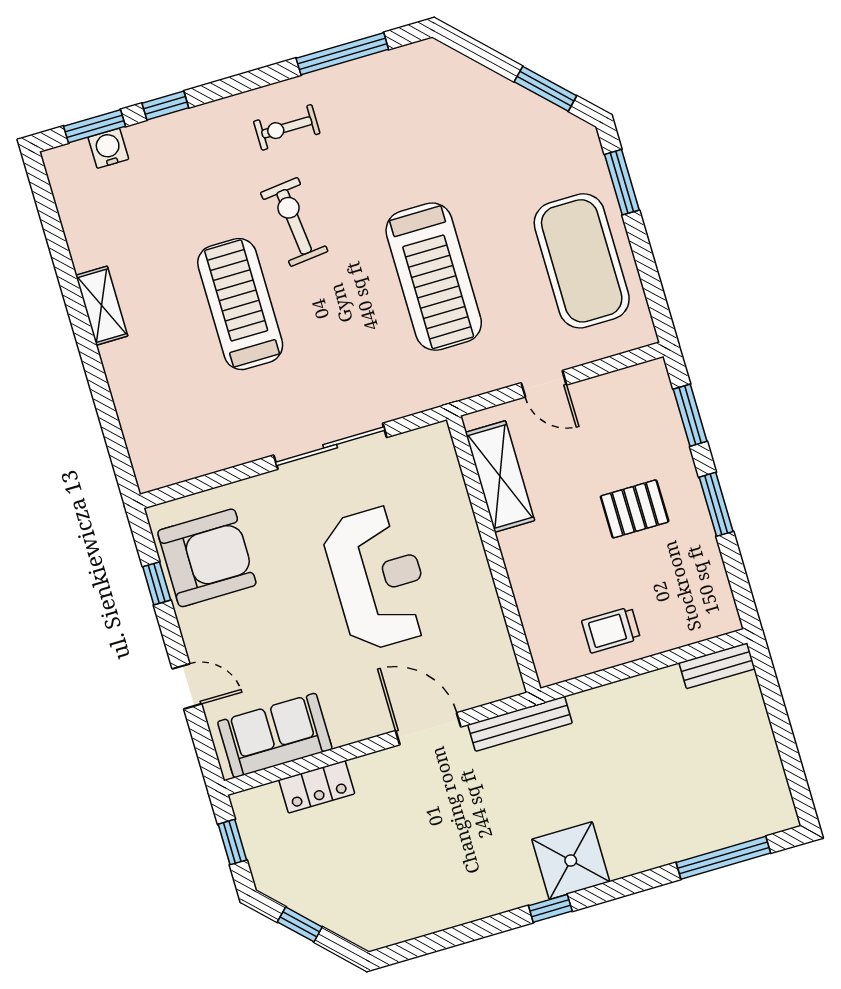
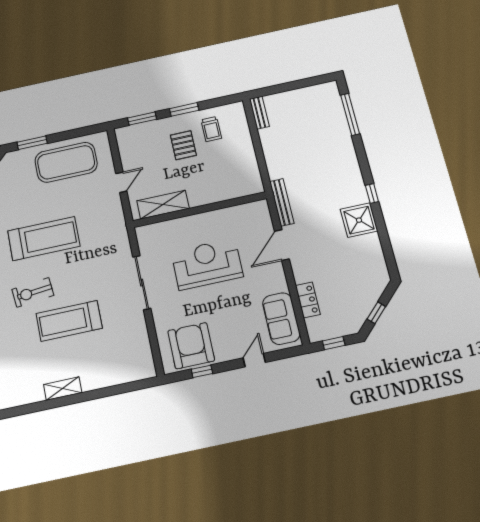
treadmill: (434, 277) -> (44, 239), moved
trolley: (611, 630) -> (211, 129), moved
shower: (571, 861) -> (359, 220), moved

